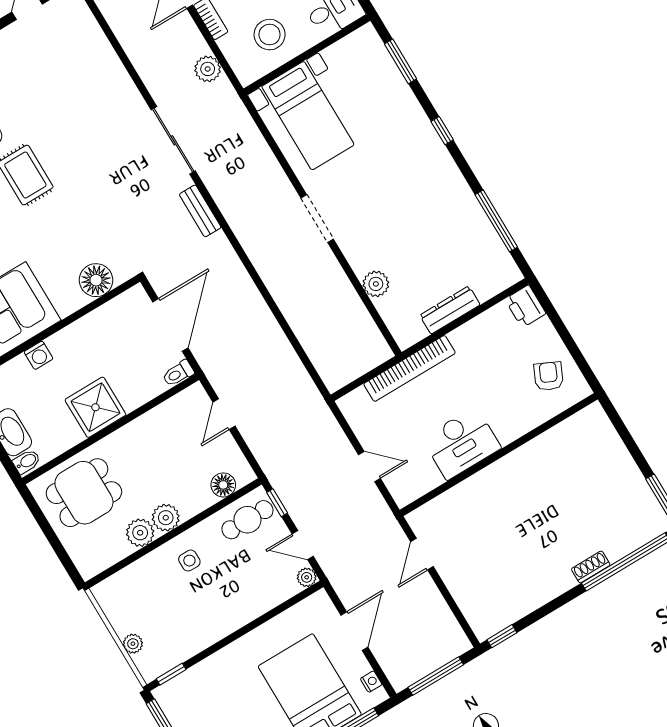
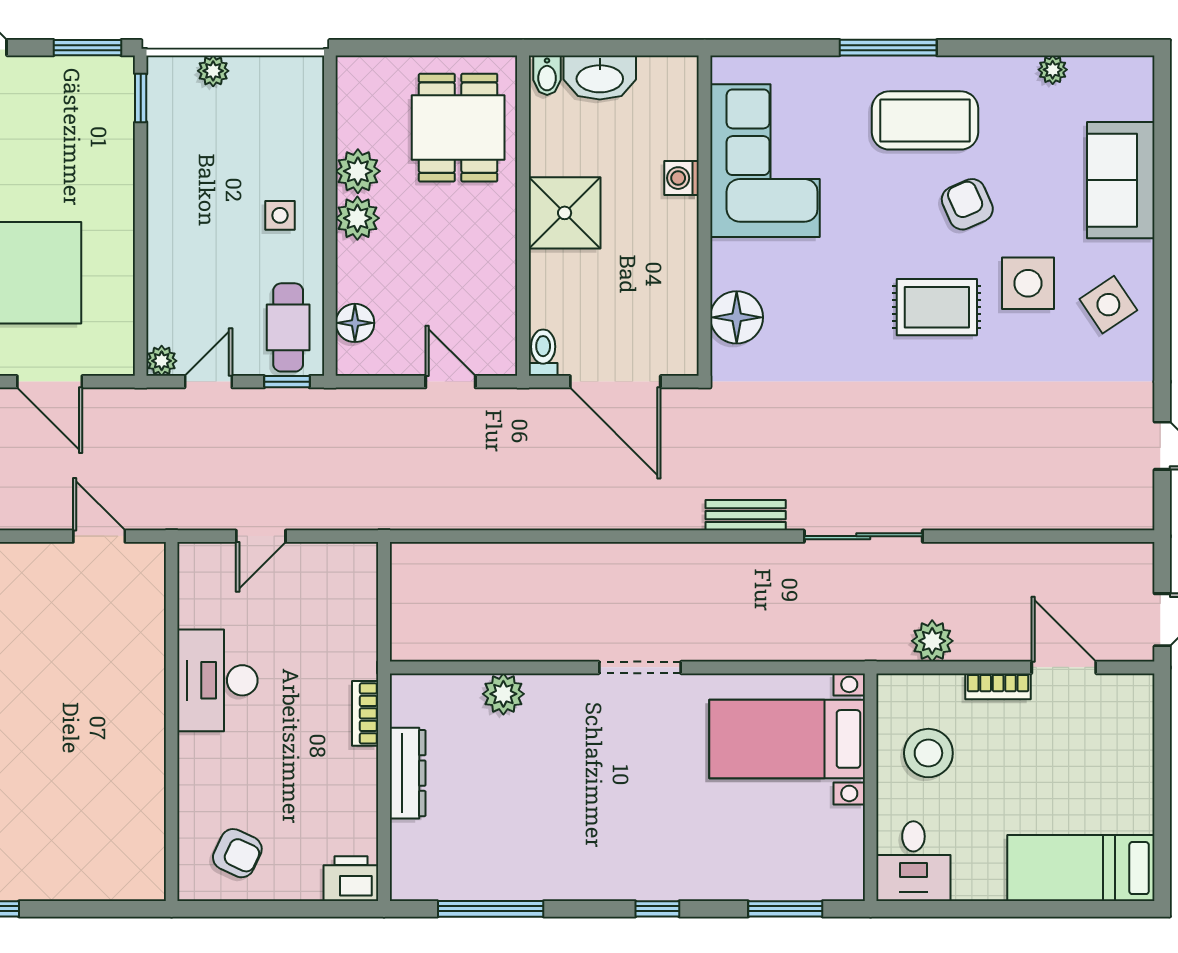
bookcase: (410, 368) -> (365, 713), width x0.43, depth x0.76

